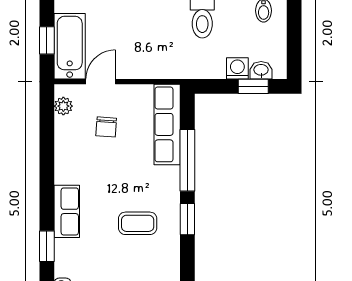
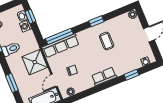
shower: (155, 57) -> (35, 62), added
door: (101, 82) -> (54, 80), hinge flipped
window: (187, 160) -> (59, 36), moved
row of seats: (67, 211) -> (104, 76), moved

